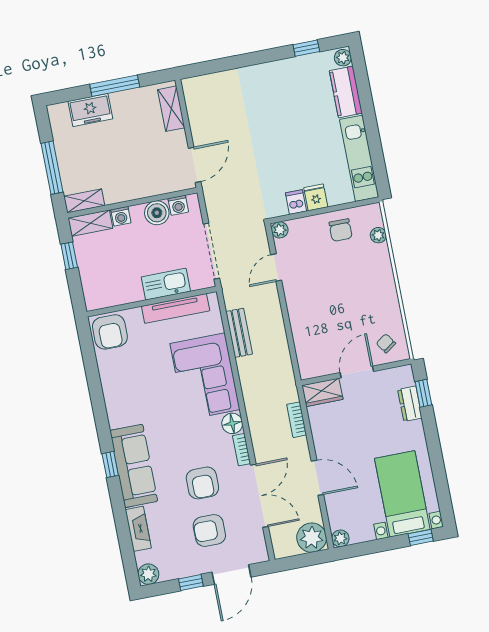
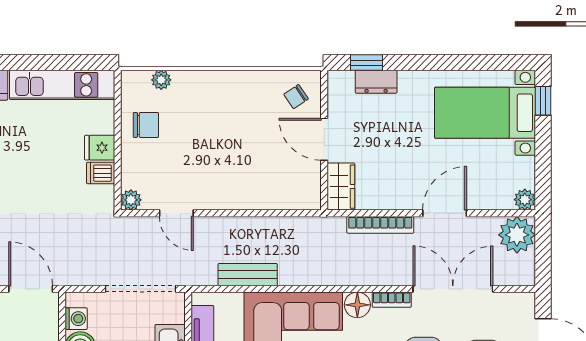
bookcase: (297, 420) -> (380, 225), width x1.56

